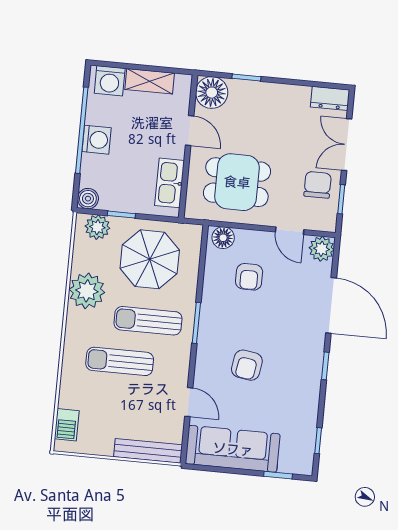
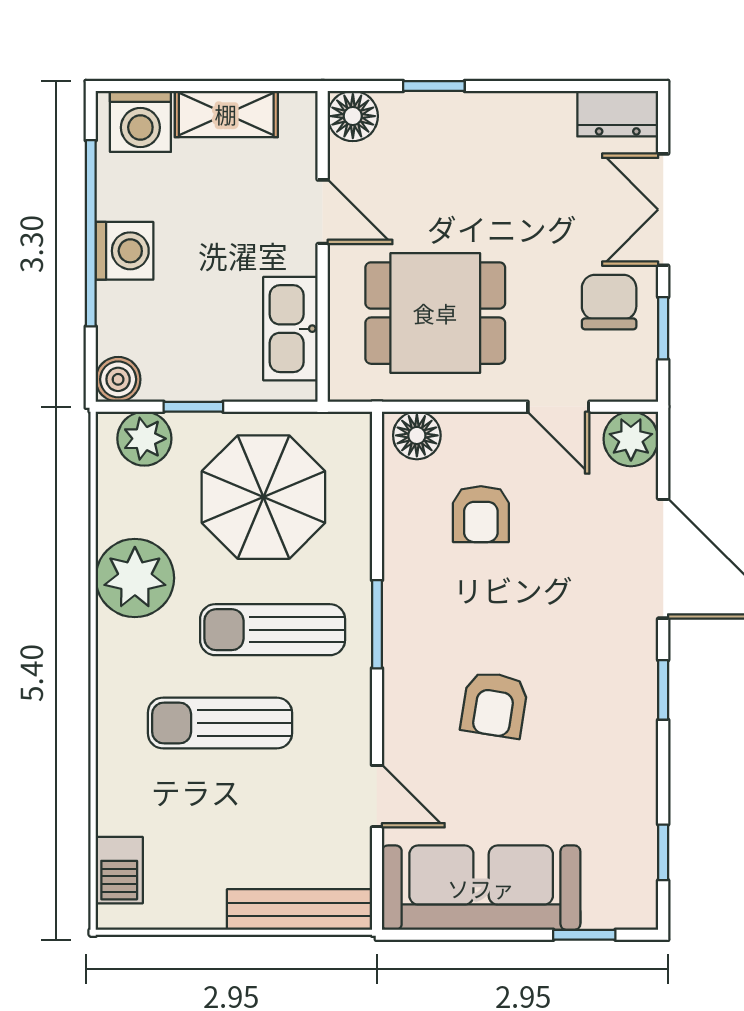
floor lamp: (212, 93) -> (353, 116), width x0.73, depth x0.73

